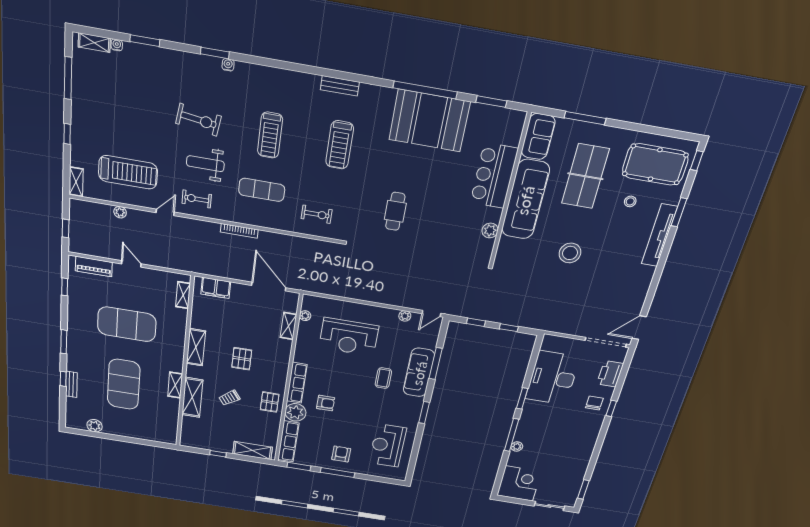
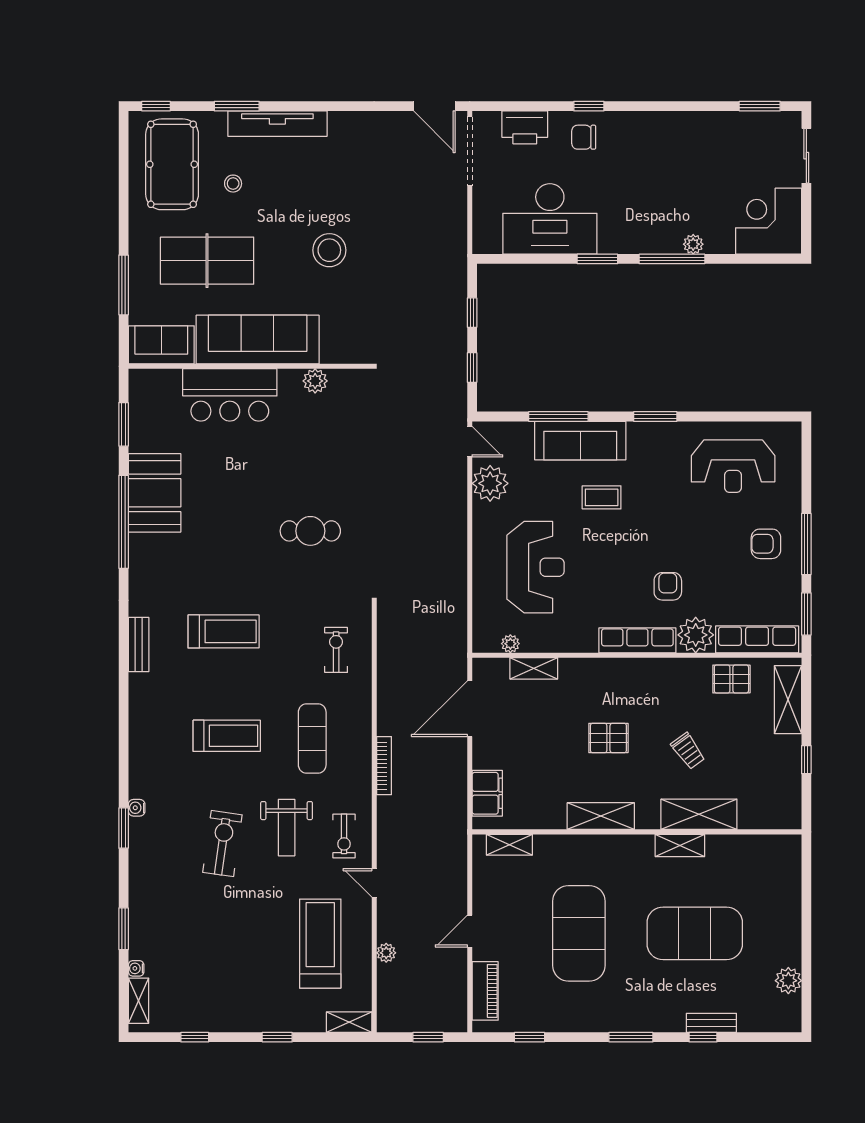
window: (68, 78) -> (195, 1037), width x0.46
booth: (429, 121) -> (155, 493), width x0.73, depth x0.70
plant: (405, 316) -> (490, 483), width x1.88, depth x1.88
pallet: (270, 402) -> (731, 679), moved

